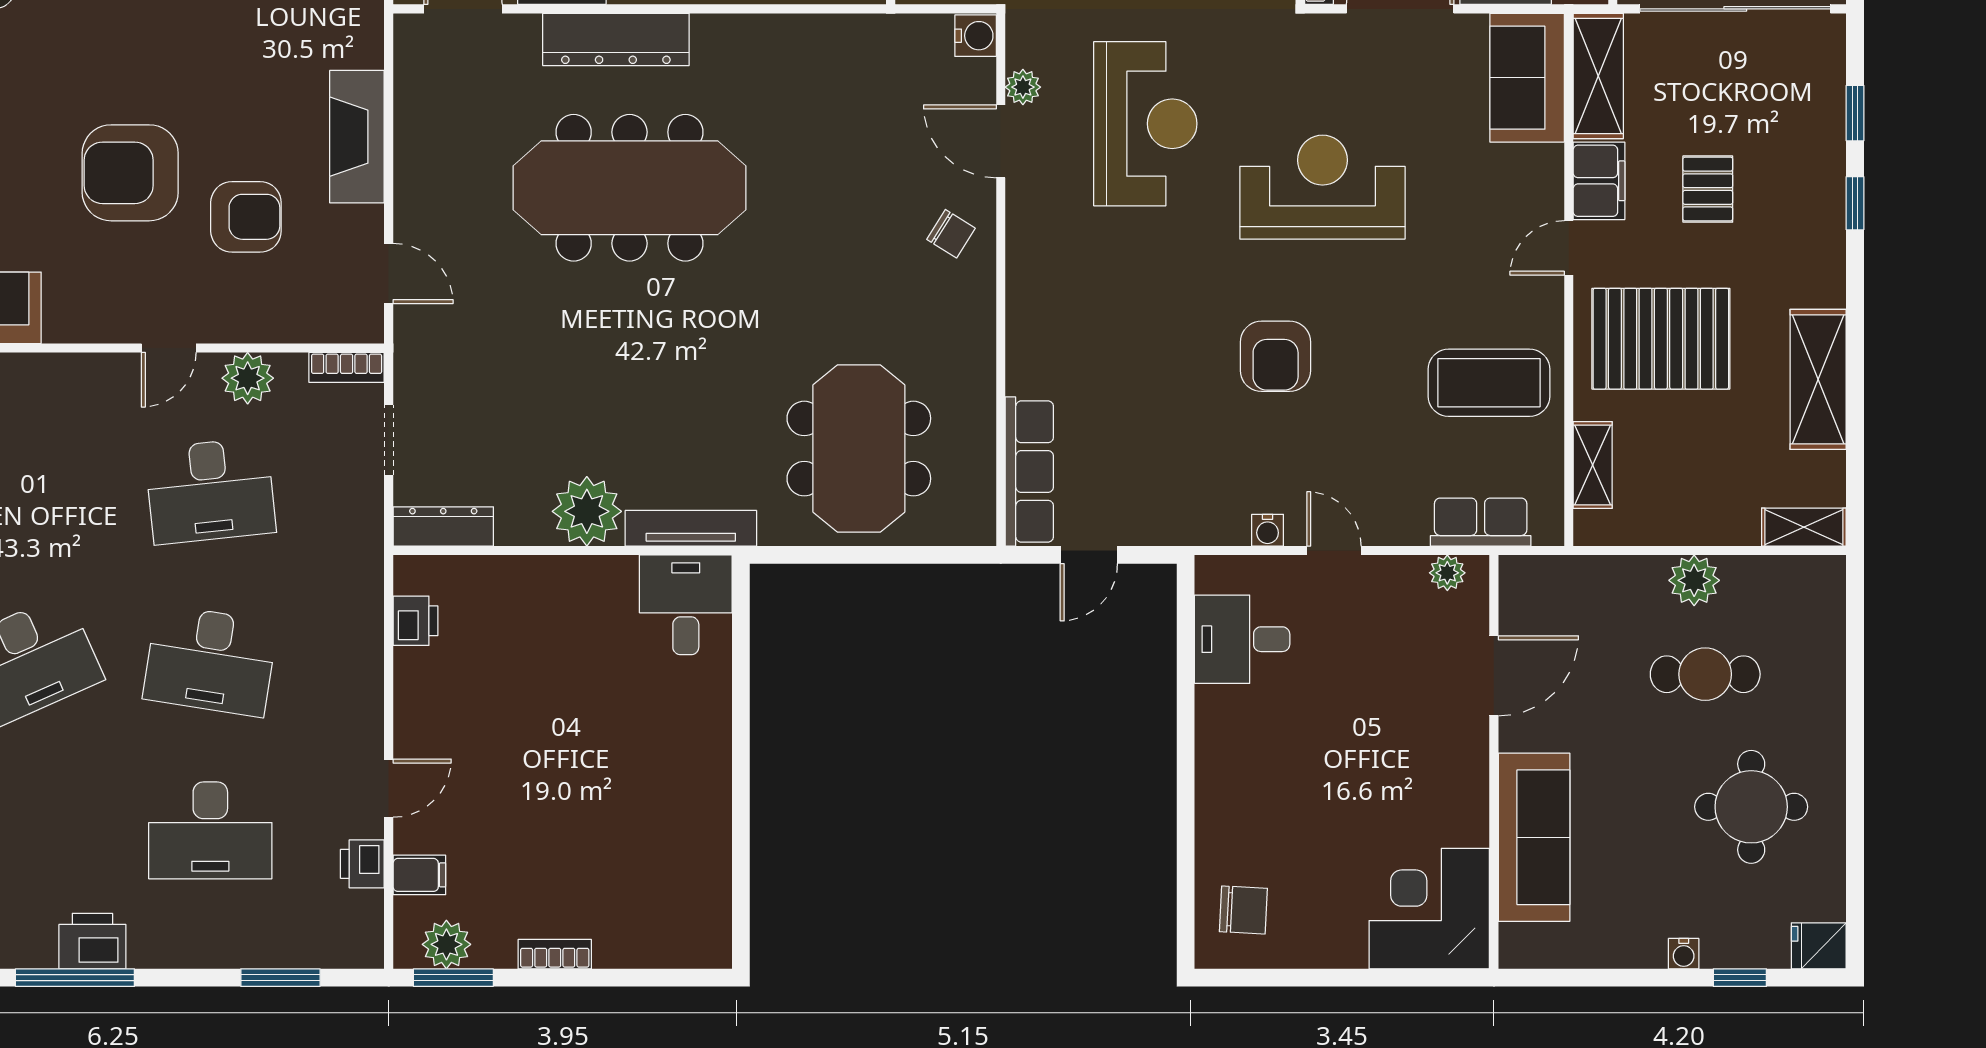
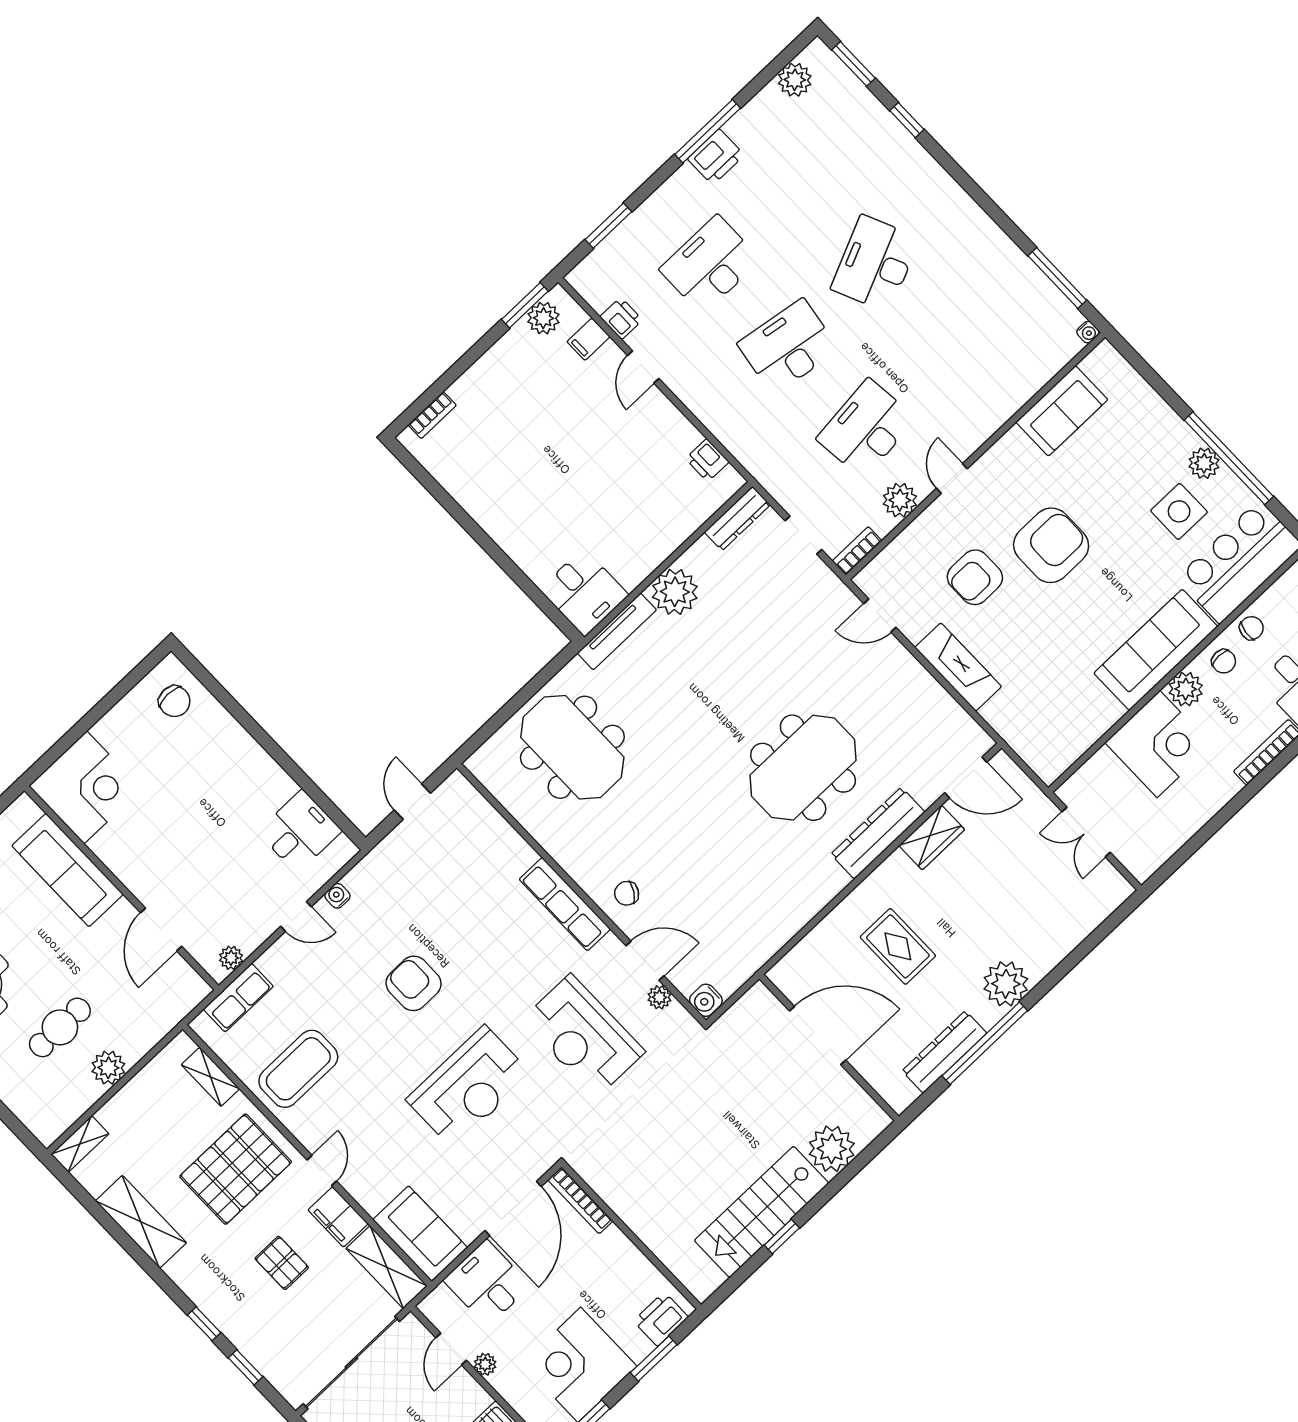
meeting table: (630, 188) -> (803, 768), width x0.73
row of seats: (1029, 472) -> (565, 904), moved
chair: (1243, 910) -> (174, 701), turned -93
bookcase: (555, 954) -> (432, 415), moved

